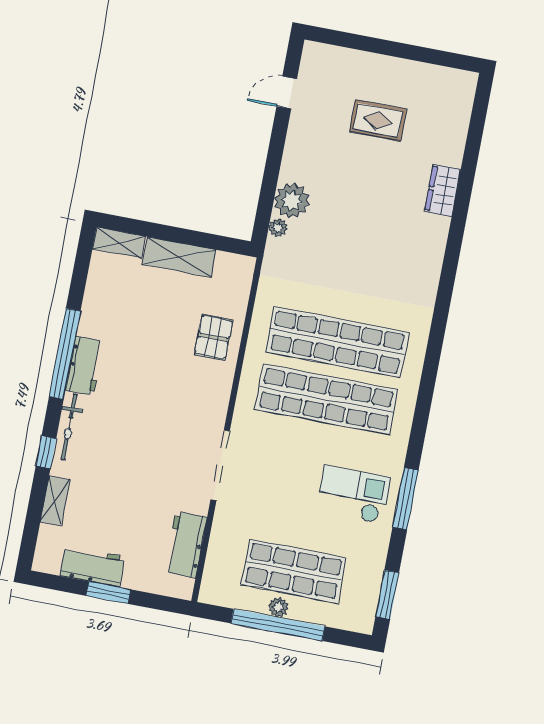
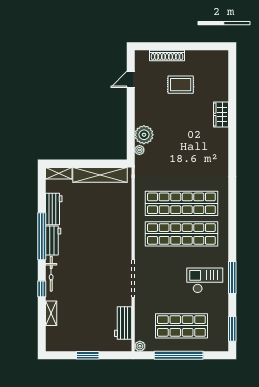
shoe rack: (363, 61) -> (167, 55), added
shelving: (179, 257) -> (100, 175), width x1.47
pallet: (214, 337) -> (117, 213), removed
workbench: (92, 566) -> (54, 209), moved, turned 90
plant: (278, 607) -> (140, 346), moved

